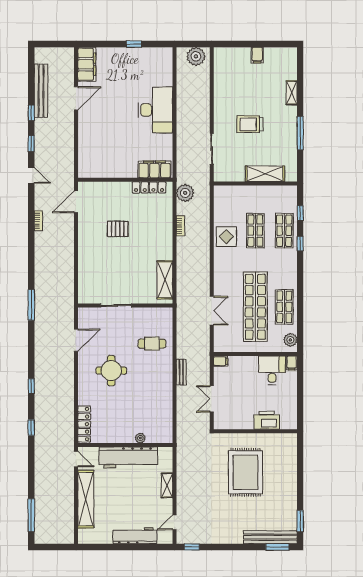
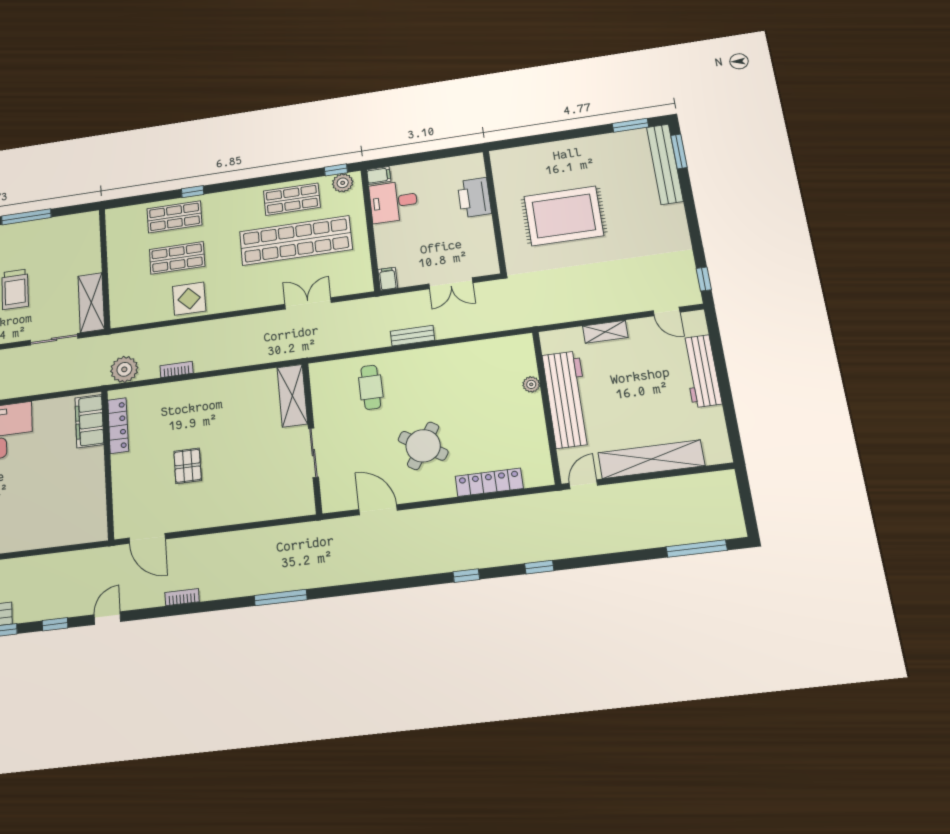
shelving: (265, 174) -> (91, 303), moved
window: (300, 213) -> (336, 170), moved
shelving: (165, 280) -> (292, 396), moved, turned 90
window: (31, 305) -> (281, 598), moved
round table: (111, 371) -> (423, 446), turned 32
locker: (84, 424) -> (489, 482), moved

